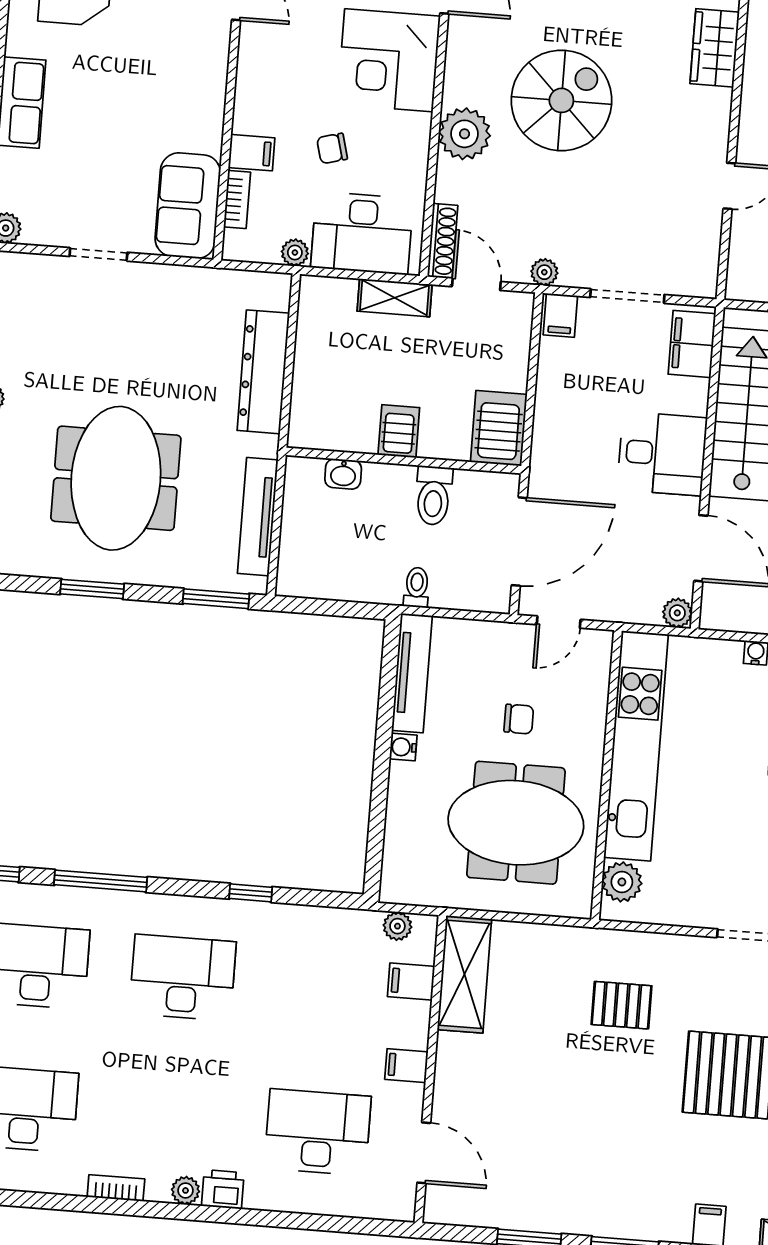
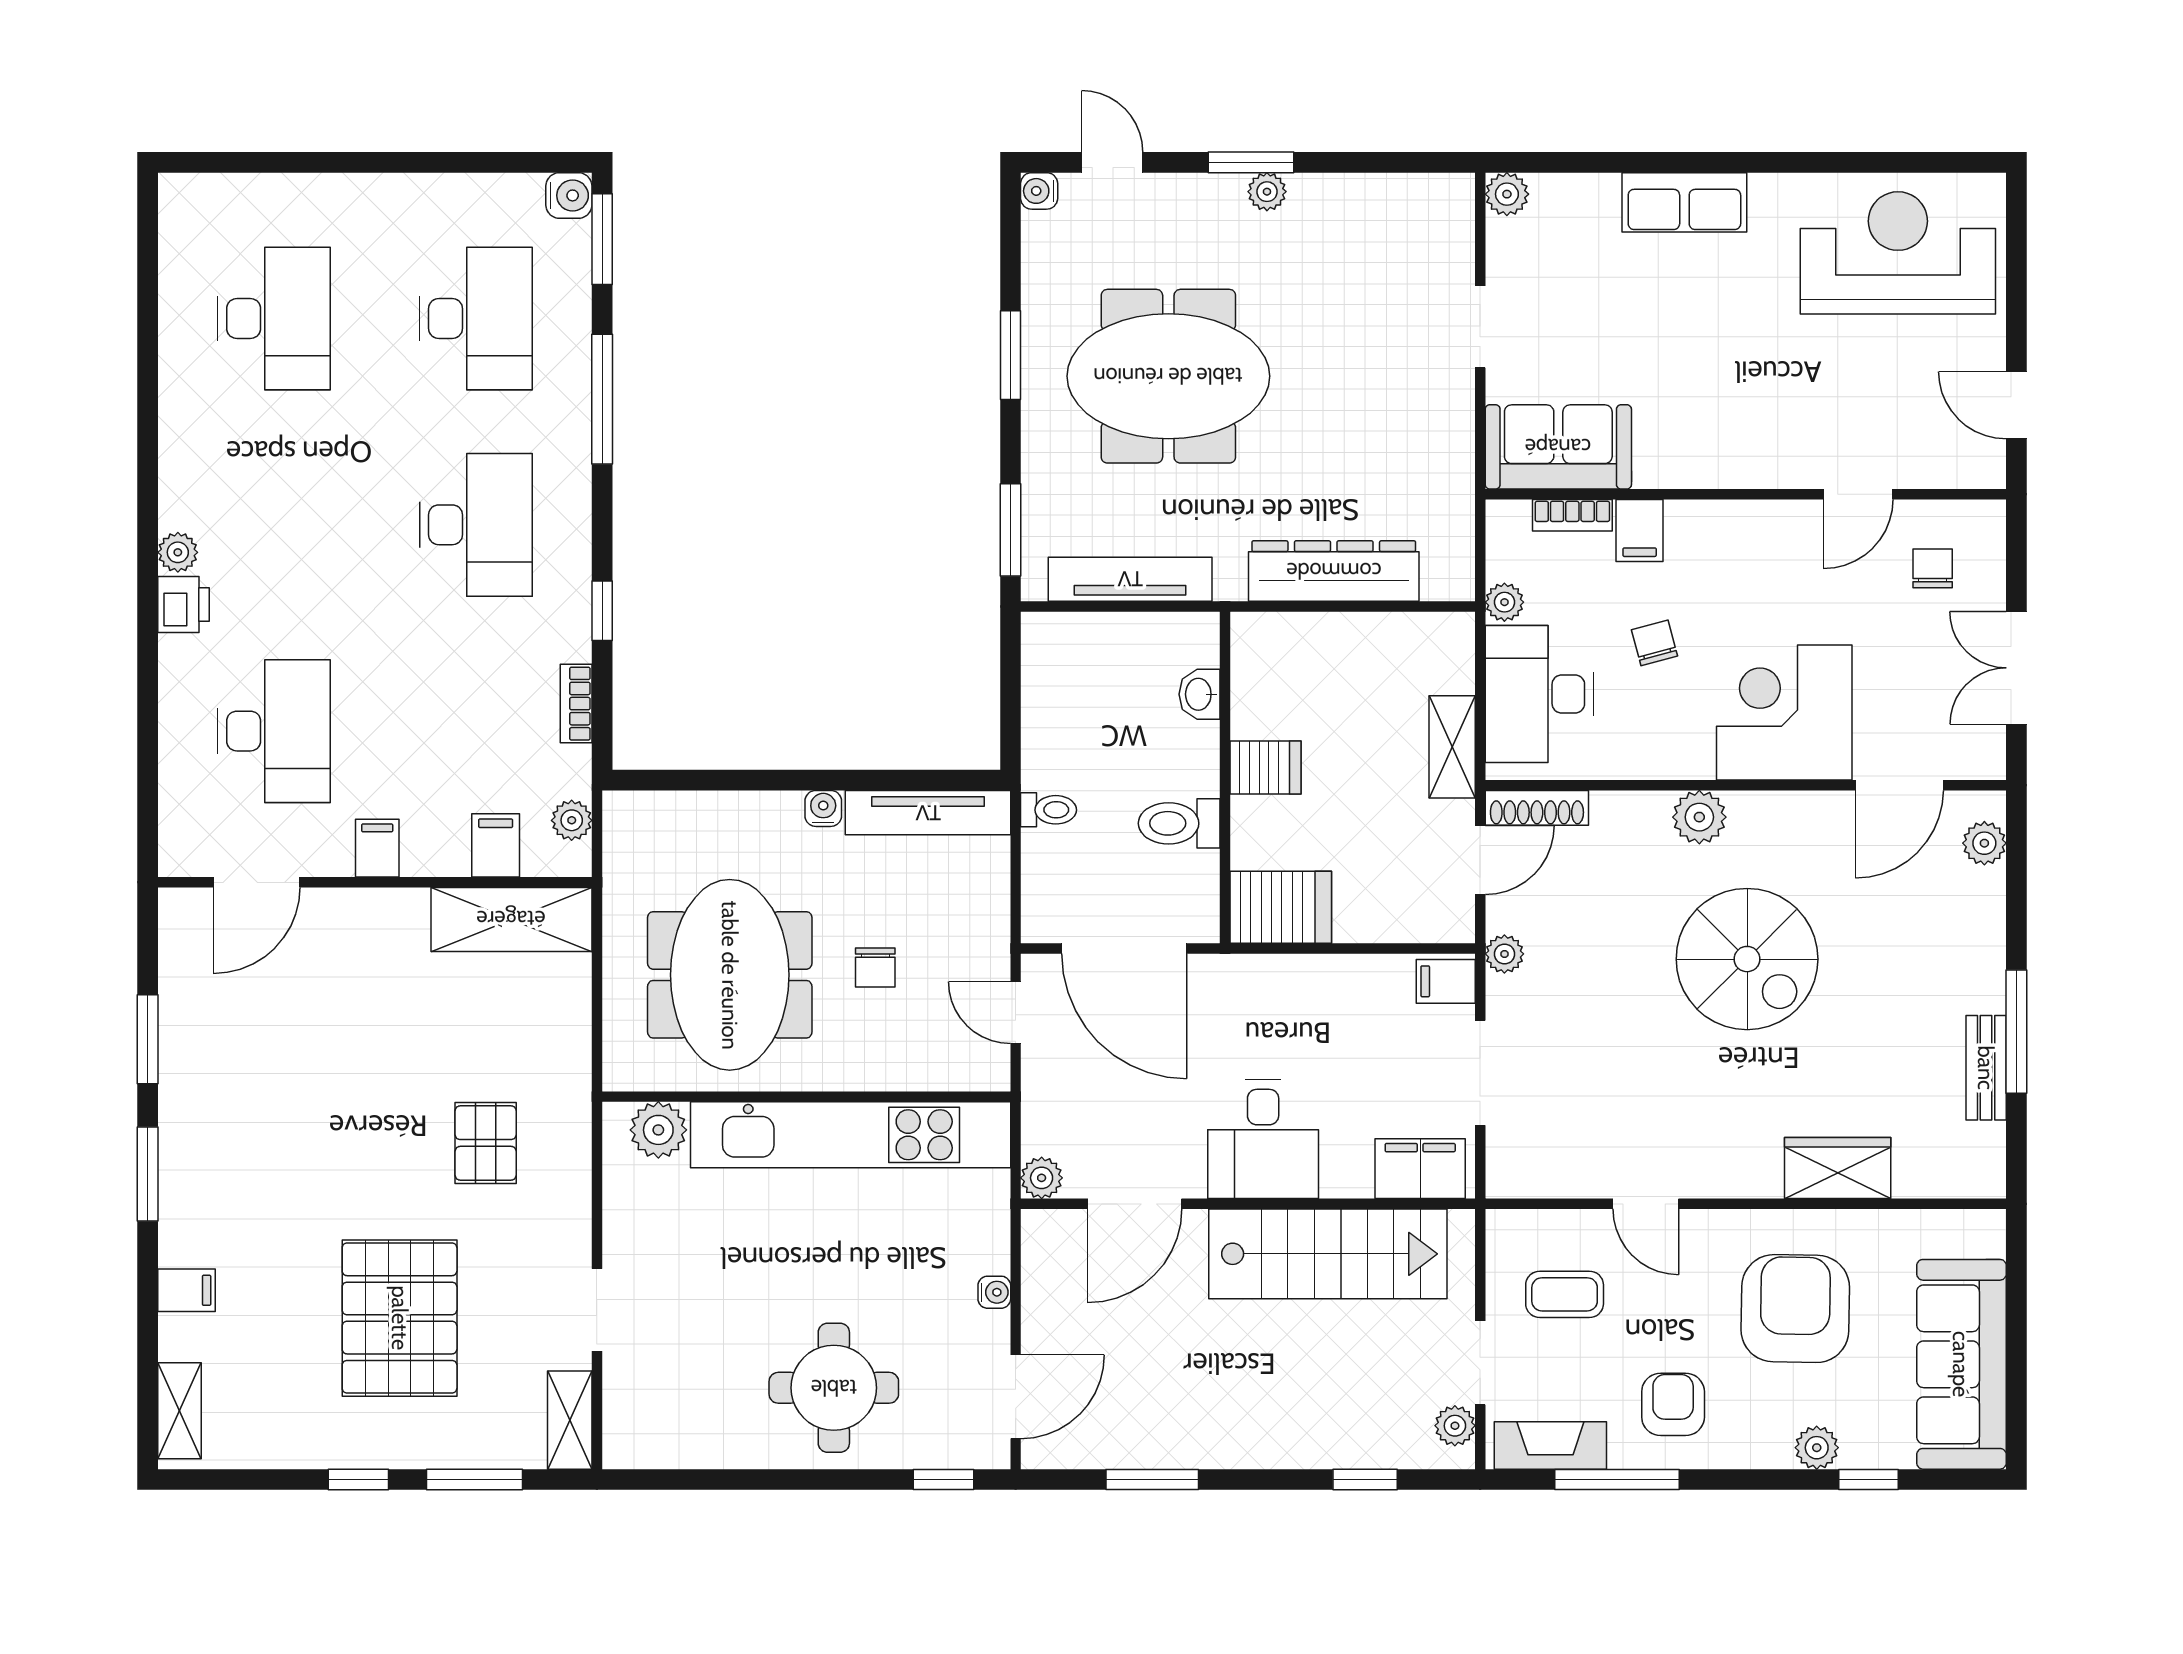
plant: (465, 134) -> (1699, 817), width x0.73, depth x0.73
bookcase: (116, 1188) -> (576, 704), moved, turned 180

